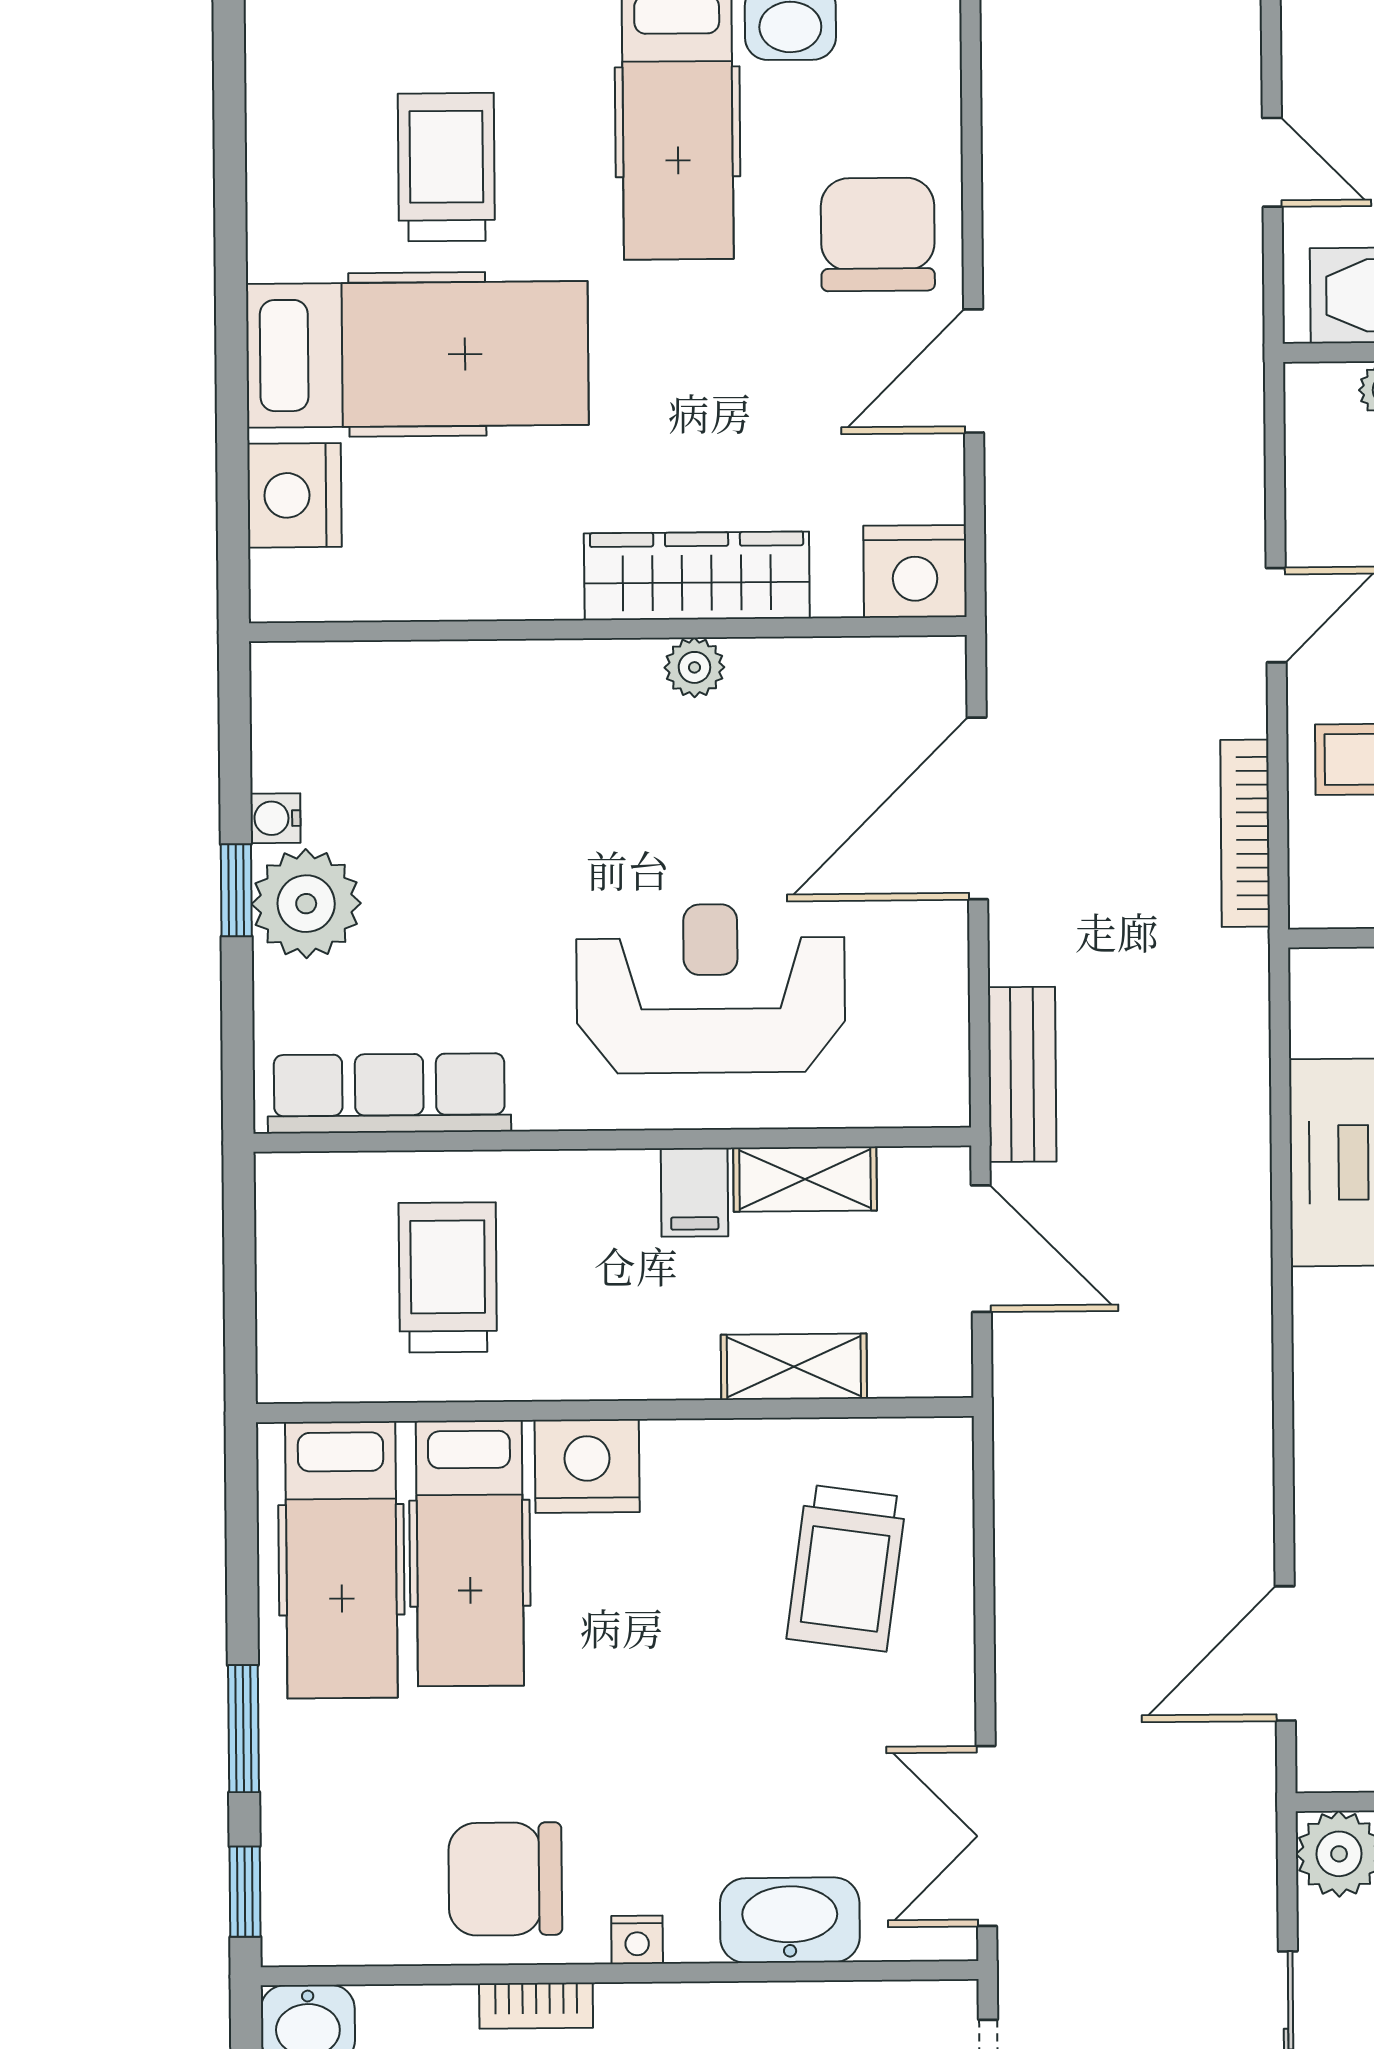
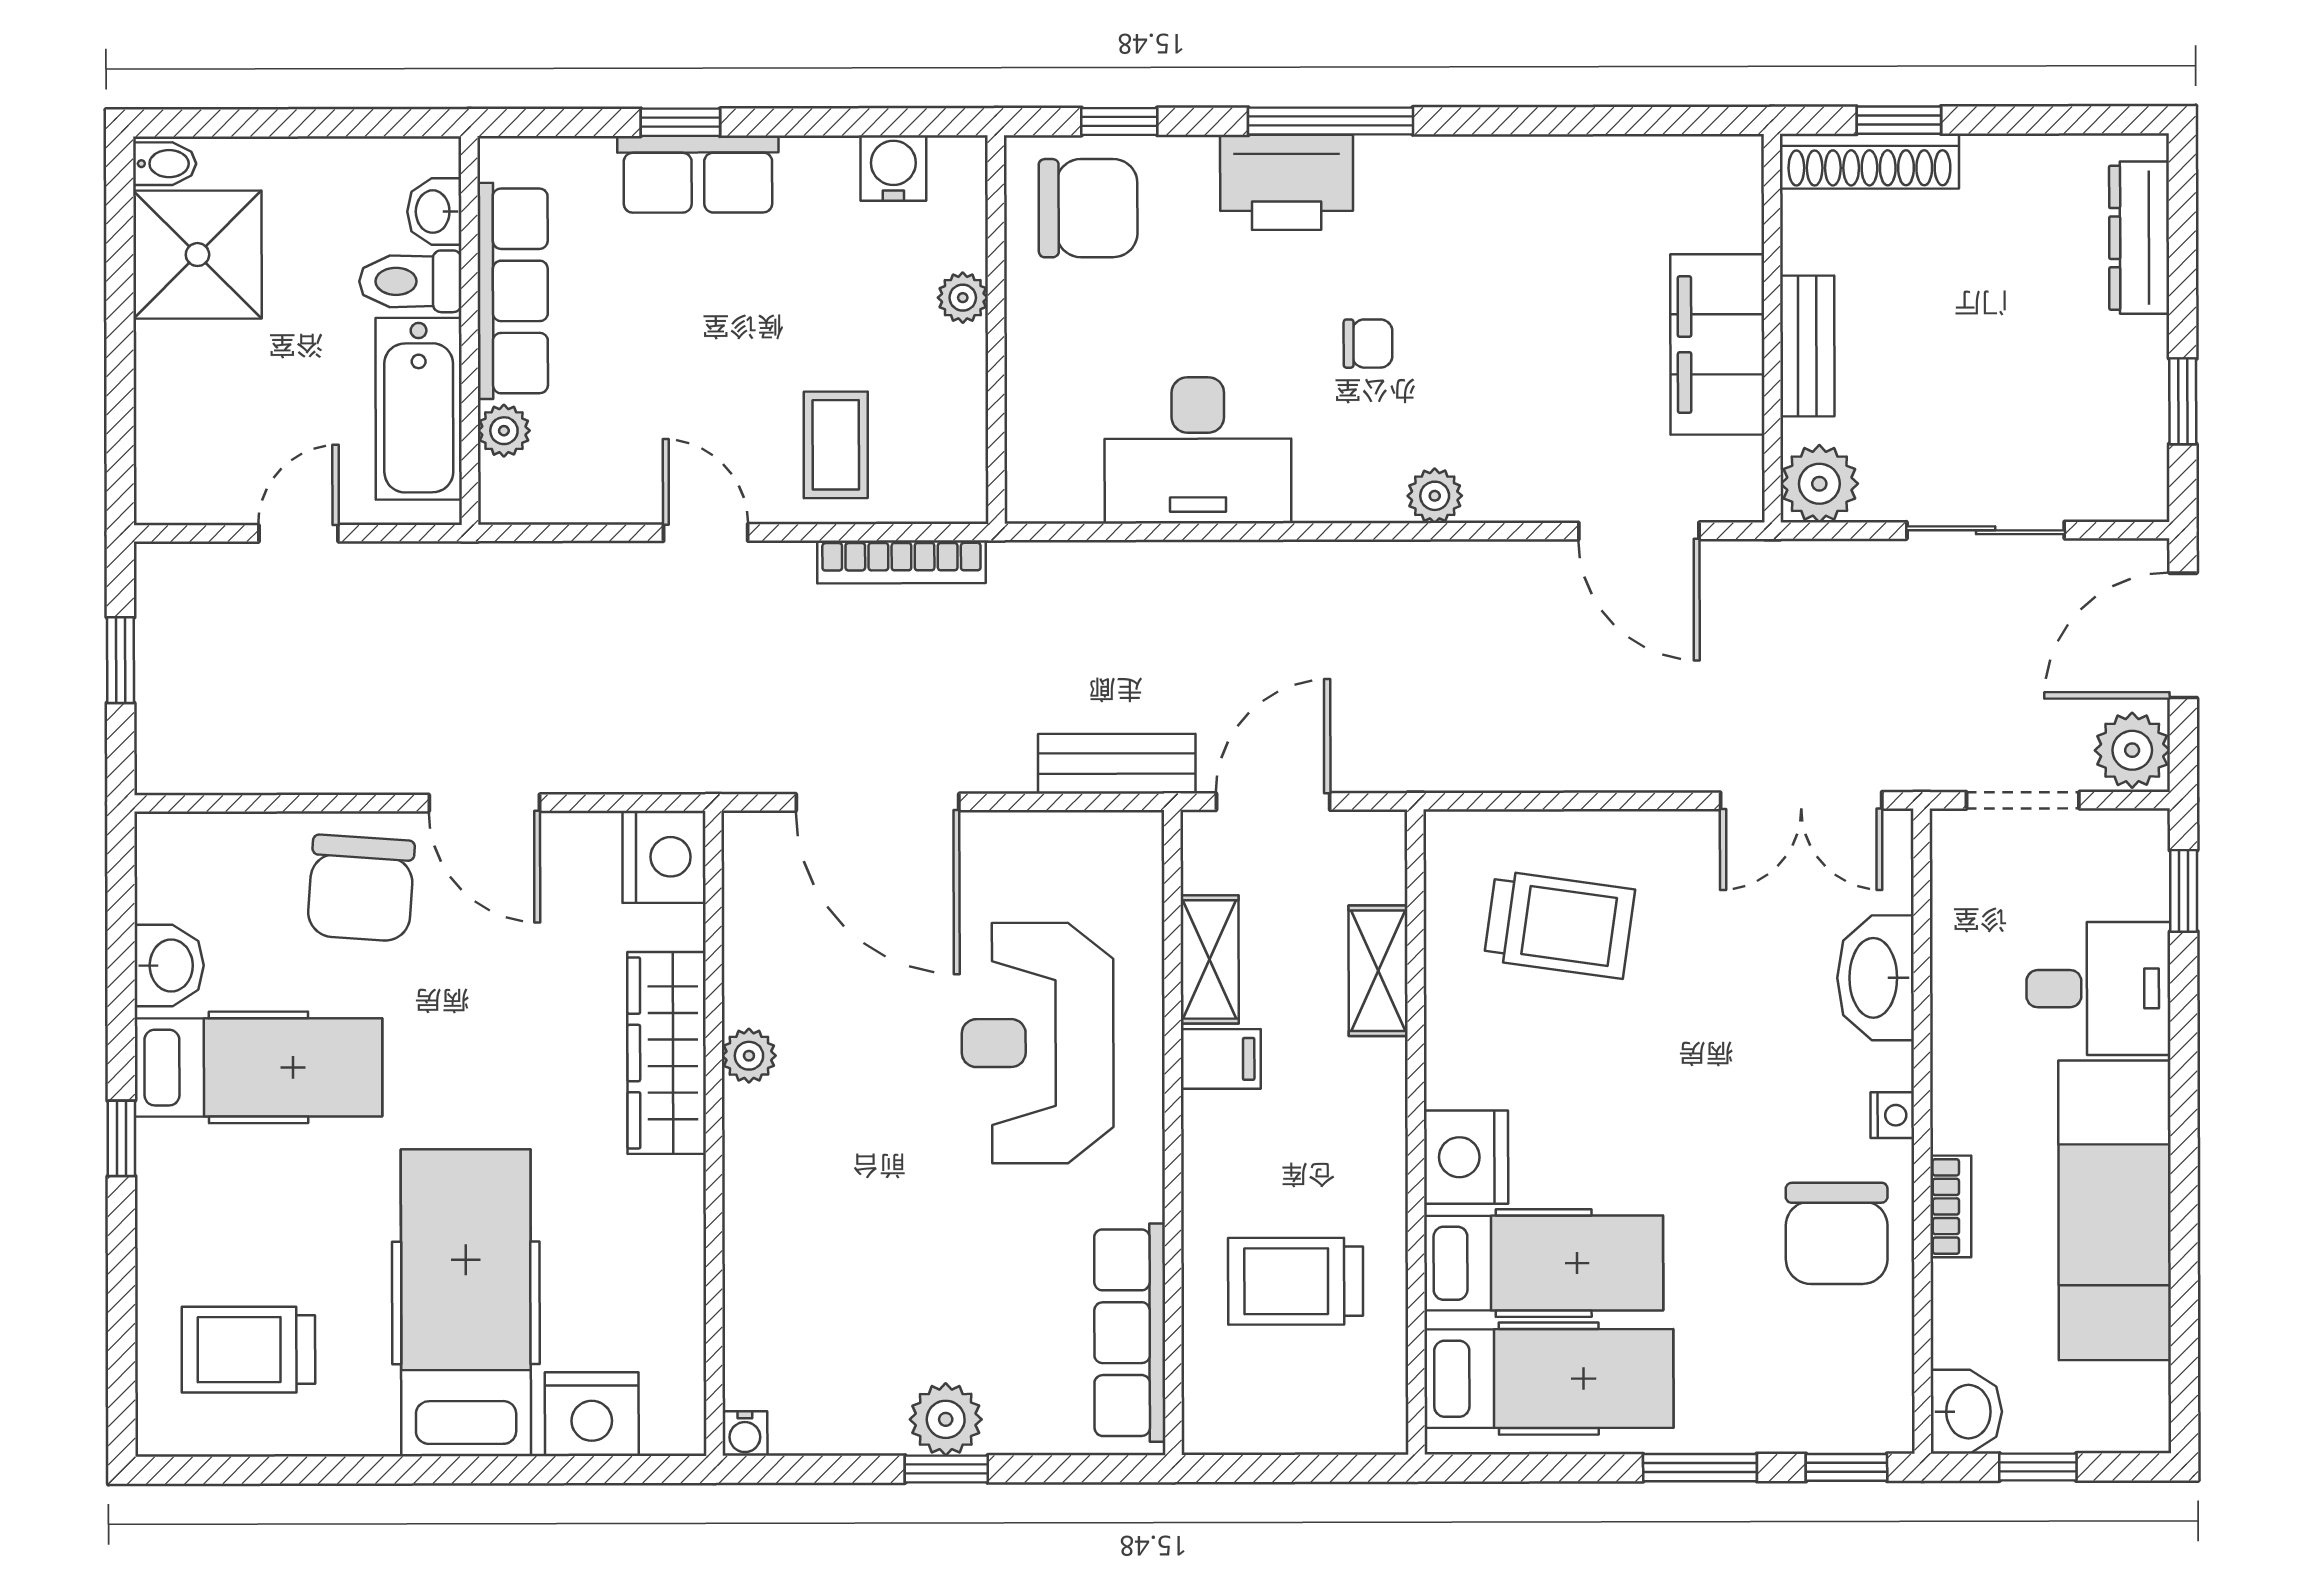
trolley: (446, 167) -> (248, 1350), moved
chair: (878, 234) -> (361, 888), turned -86
water cooler: (275, 818) -> (745, 1433), moved
plant: (306, 904) -> (946, 1419), width x0.73, depth x0.73
plant: (1323, 1426) -> (1435, 496), added

